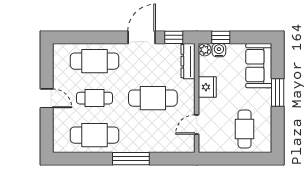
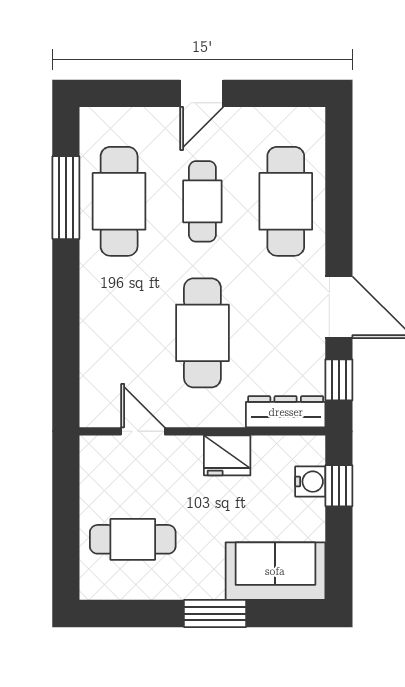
plant: (205, 50) -> (311, 450), removed
window: (131, 159) -> (66, 198), moved

